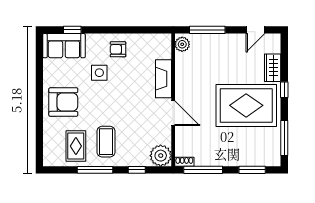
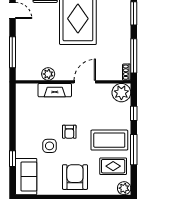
window: (72, 30) -> (12, 159), moved
plant: (182, 44) -> (48, 74), moved
armchair: (118, 49) -> (69, 132), moved
coffee table: (106, 142) -> (109, 140), width x1.36, depth x1.32
plant: (50, 159) -> (124, 188), added

